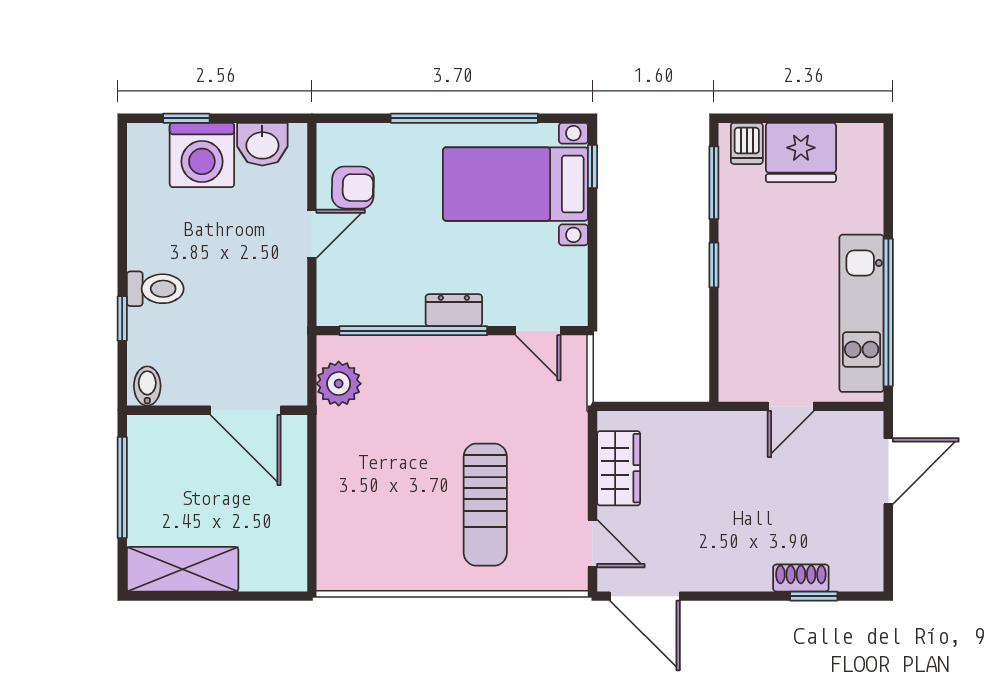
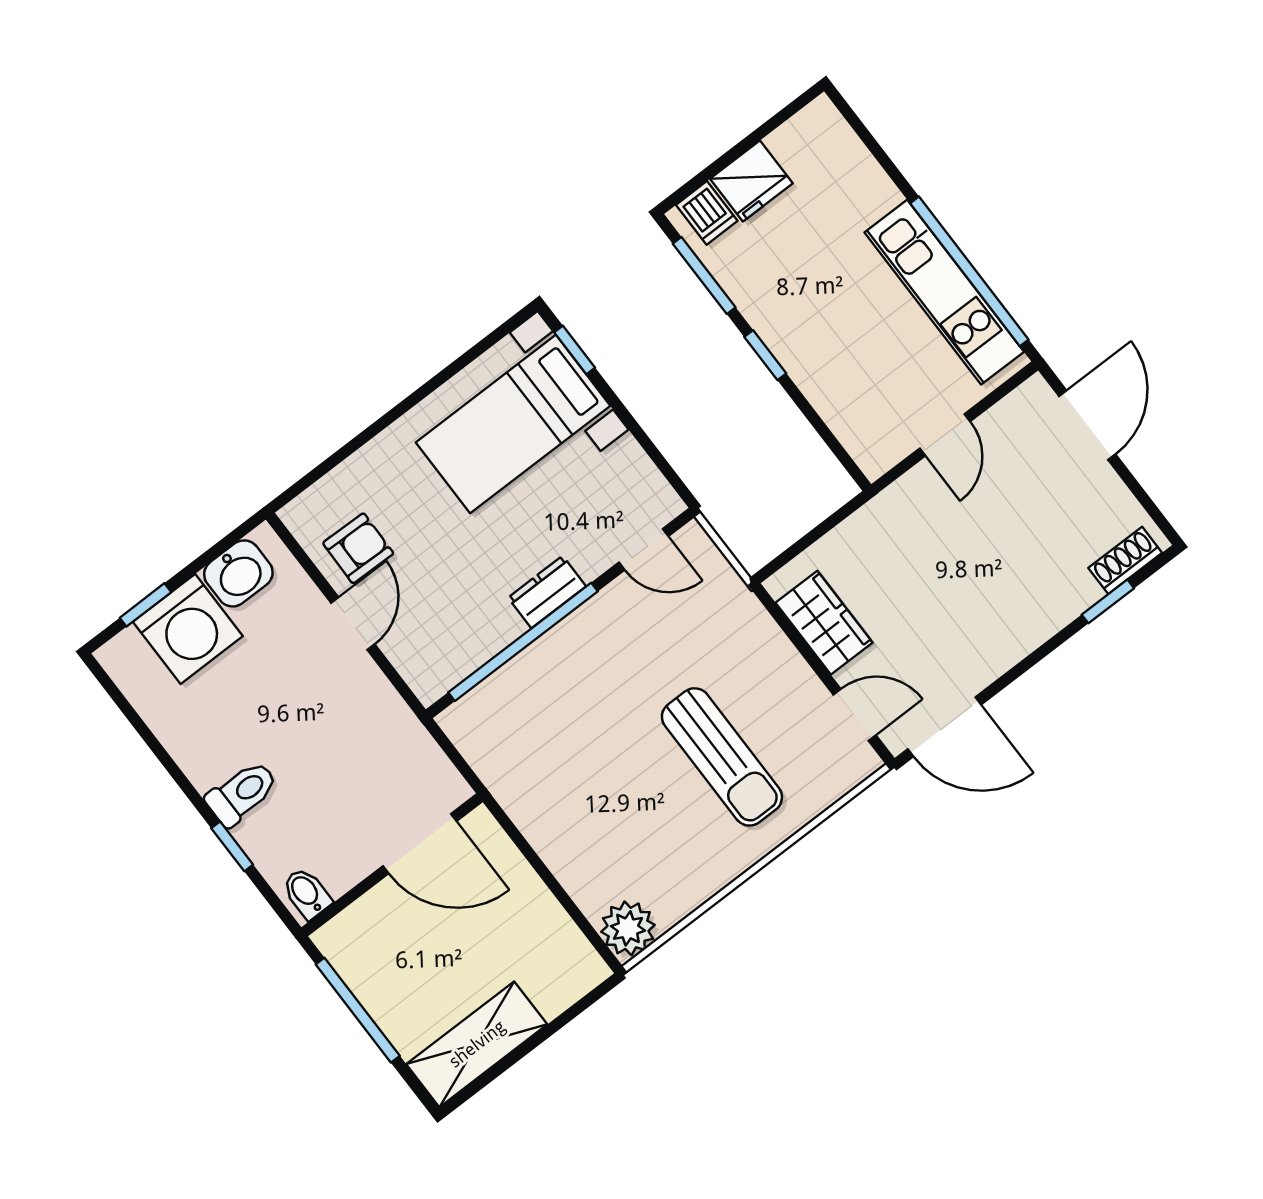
window: (464, 118) -> (415, 398), removed
fridge: (801, 152) -> (751, 181), width x0.73, depth x0.75
plant: (339, 384) -> (628, 928), moved
shoe rack: (801, 578) -> (1125, 560), moved

